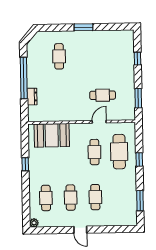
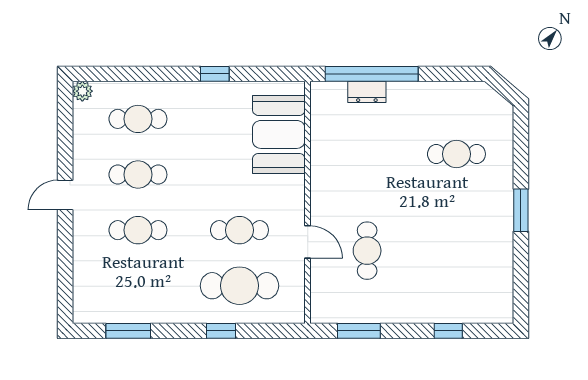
window: (24, 78) -> (372, 74), moved

